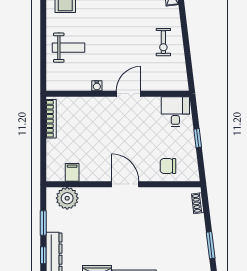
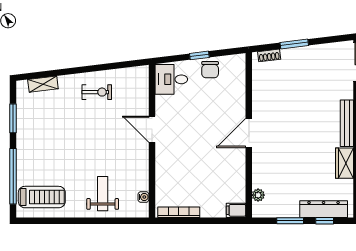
water cooler: (97, 86) -> (143, 197), moved
chair: (168, 166) -> (210, 70), moved
filing cabinet: (72, 172) -> (236, 210), moved
plant: (67, 198) -> (258, 195), width x0.53, depth x0.53
window: (211, 245) -> (294, 44), moved

